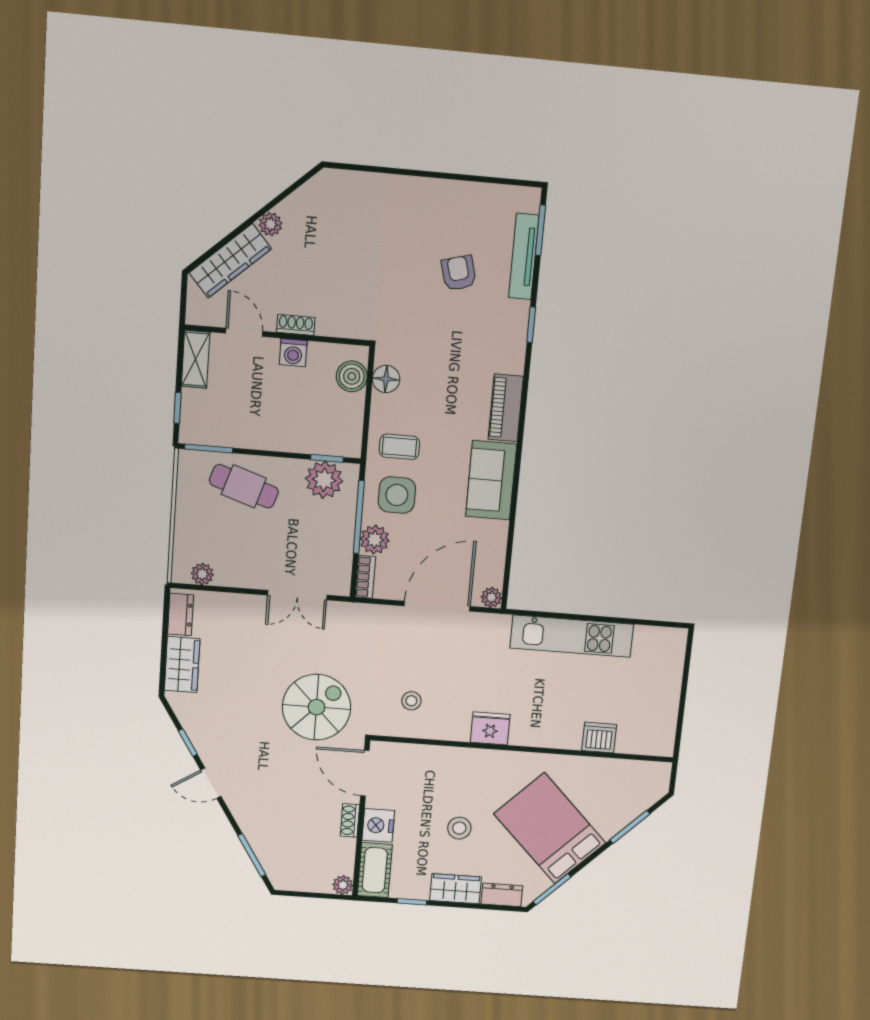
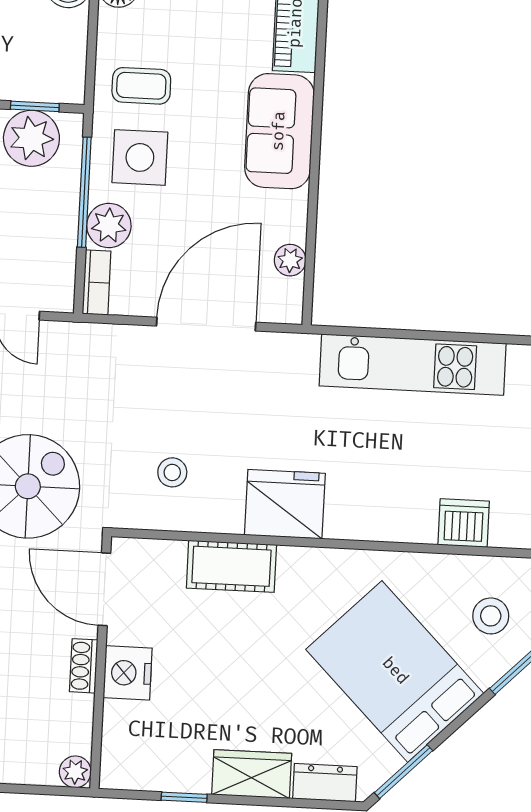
plant: (491, 597) -> (290, 260), moved
fridge: (490, 728) -> (285, 504), width x1.36, depth x1.34
stool: (459, 828) -> (491, 616), moved
cot: (375, 870) -> (231, 566), moved, turned 90

